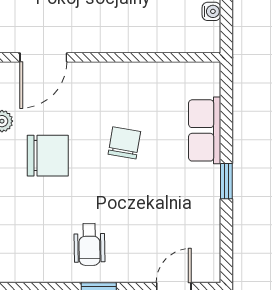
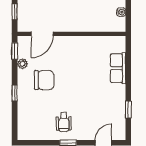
chair: (124, 143) -> (80, 74), removed
window: (226, 181) -> (128, 110), moved

